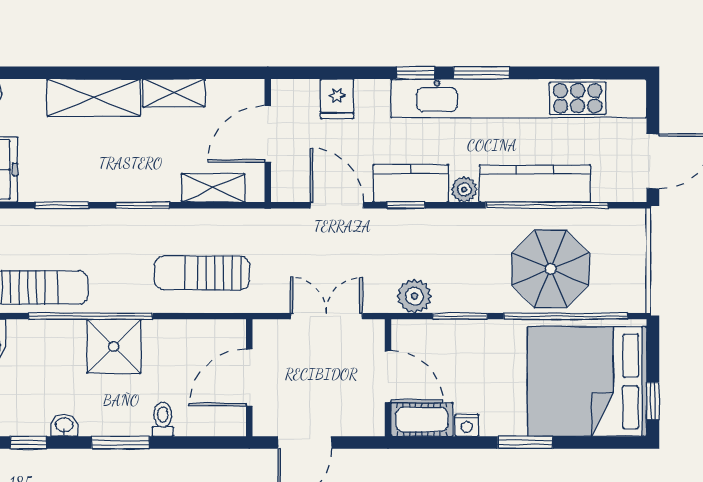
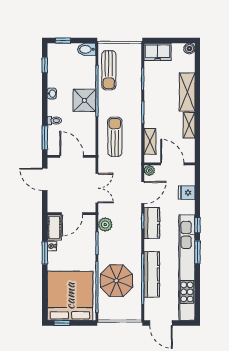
plant: (464, 189) -> (149, 170), moved
washbasin: (64, 425) -> (52, 94), moved
window: (120, 442) -> (45, 138), moved
window: (525, 442) -> (45, 253), moved

